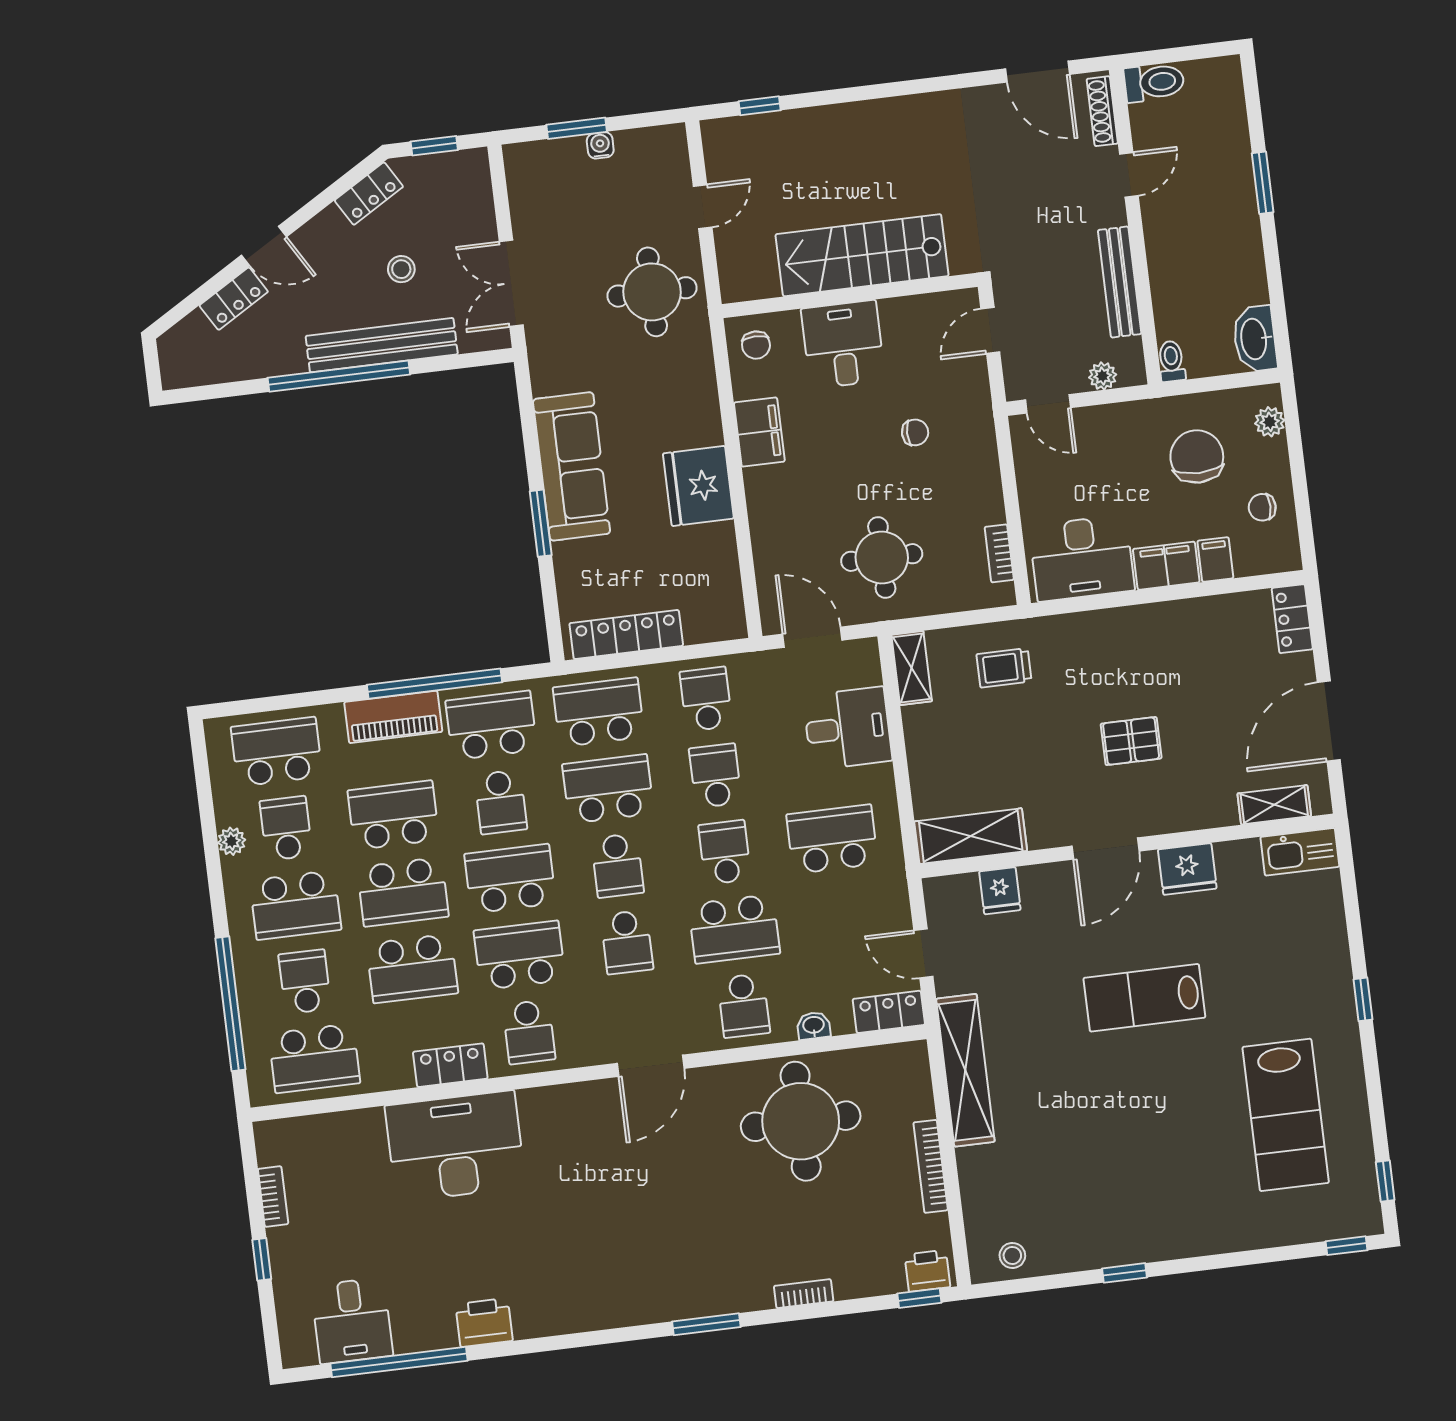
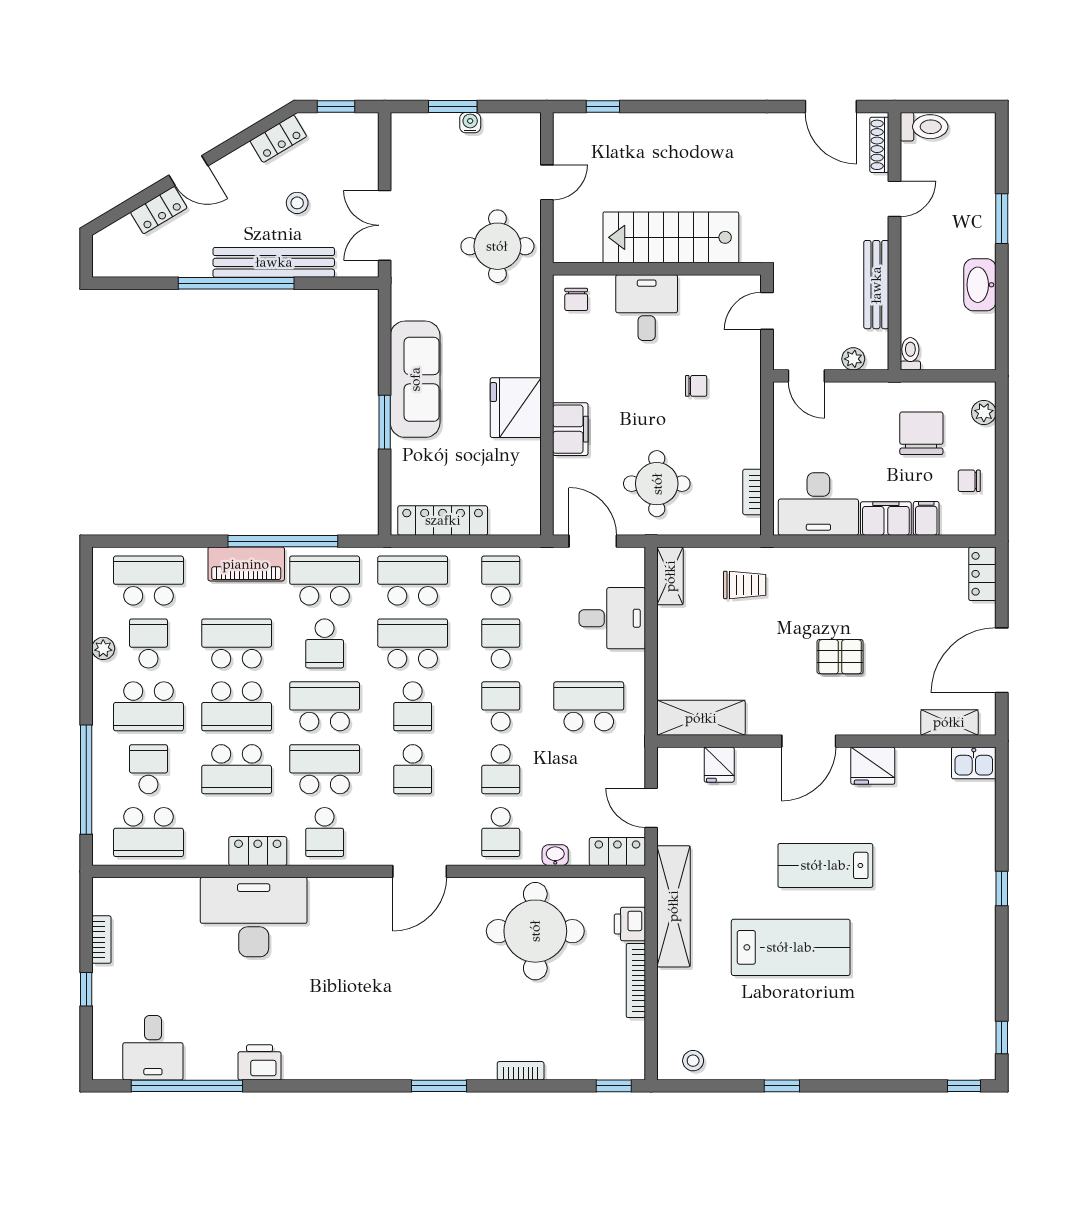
washbasin: (1255, 339) -> (980, 285), moved
filing cabinet: (759, 432) -> (570, 429), moved
trolley: (1004, 668) -> (745, 585), turned 180
kitchen sink: (1300, 852) -> (974, 763), width x0.73
school desk: (734, 929) -> (501, 769), width x0.54
lab bench: (1286, 1115) -> (791, 947), moved, turned -90
printer: (927, 1271) -> (630, 924), moved, turned -90

